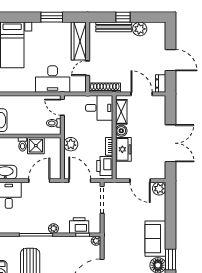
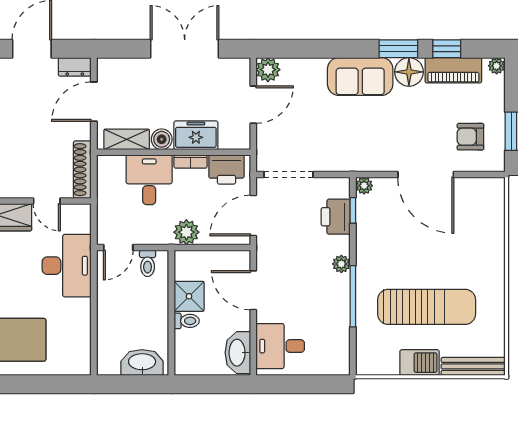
desk: (99, 108) -> (149, 180), moved

